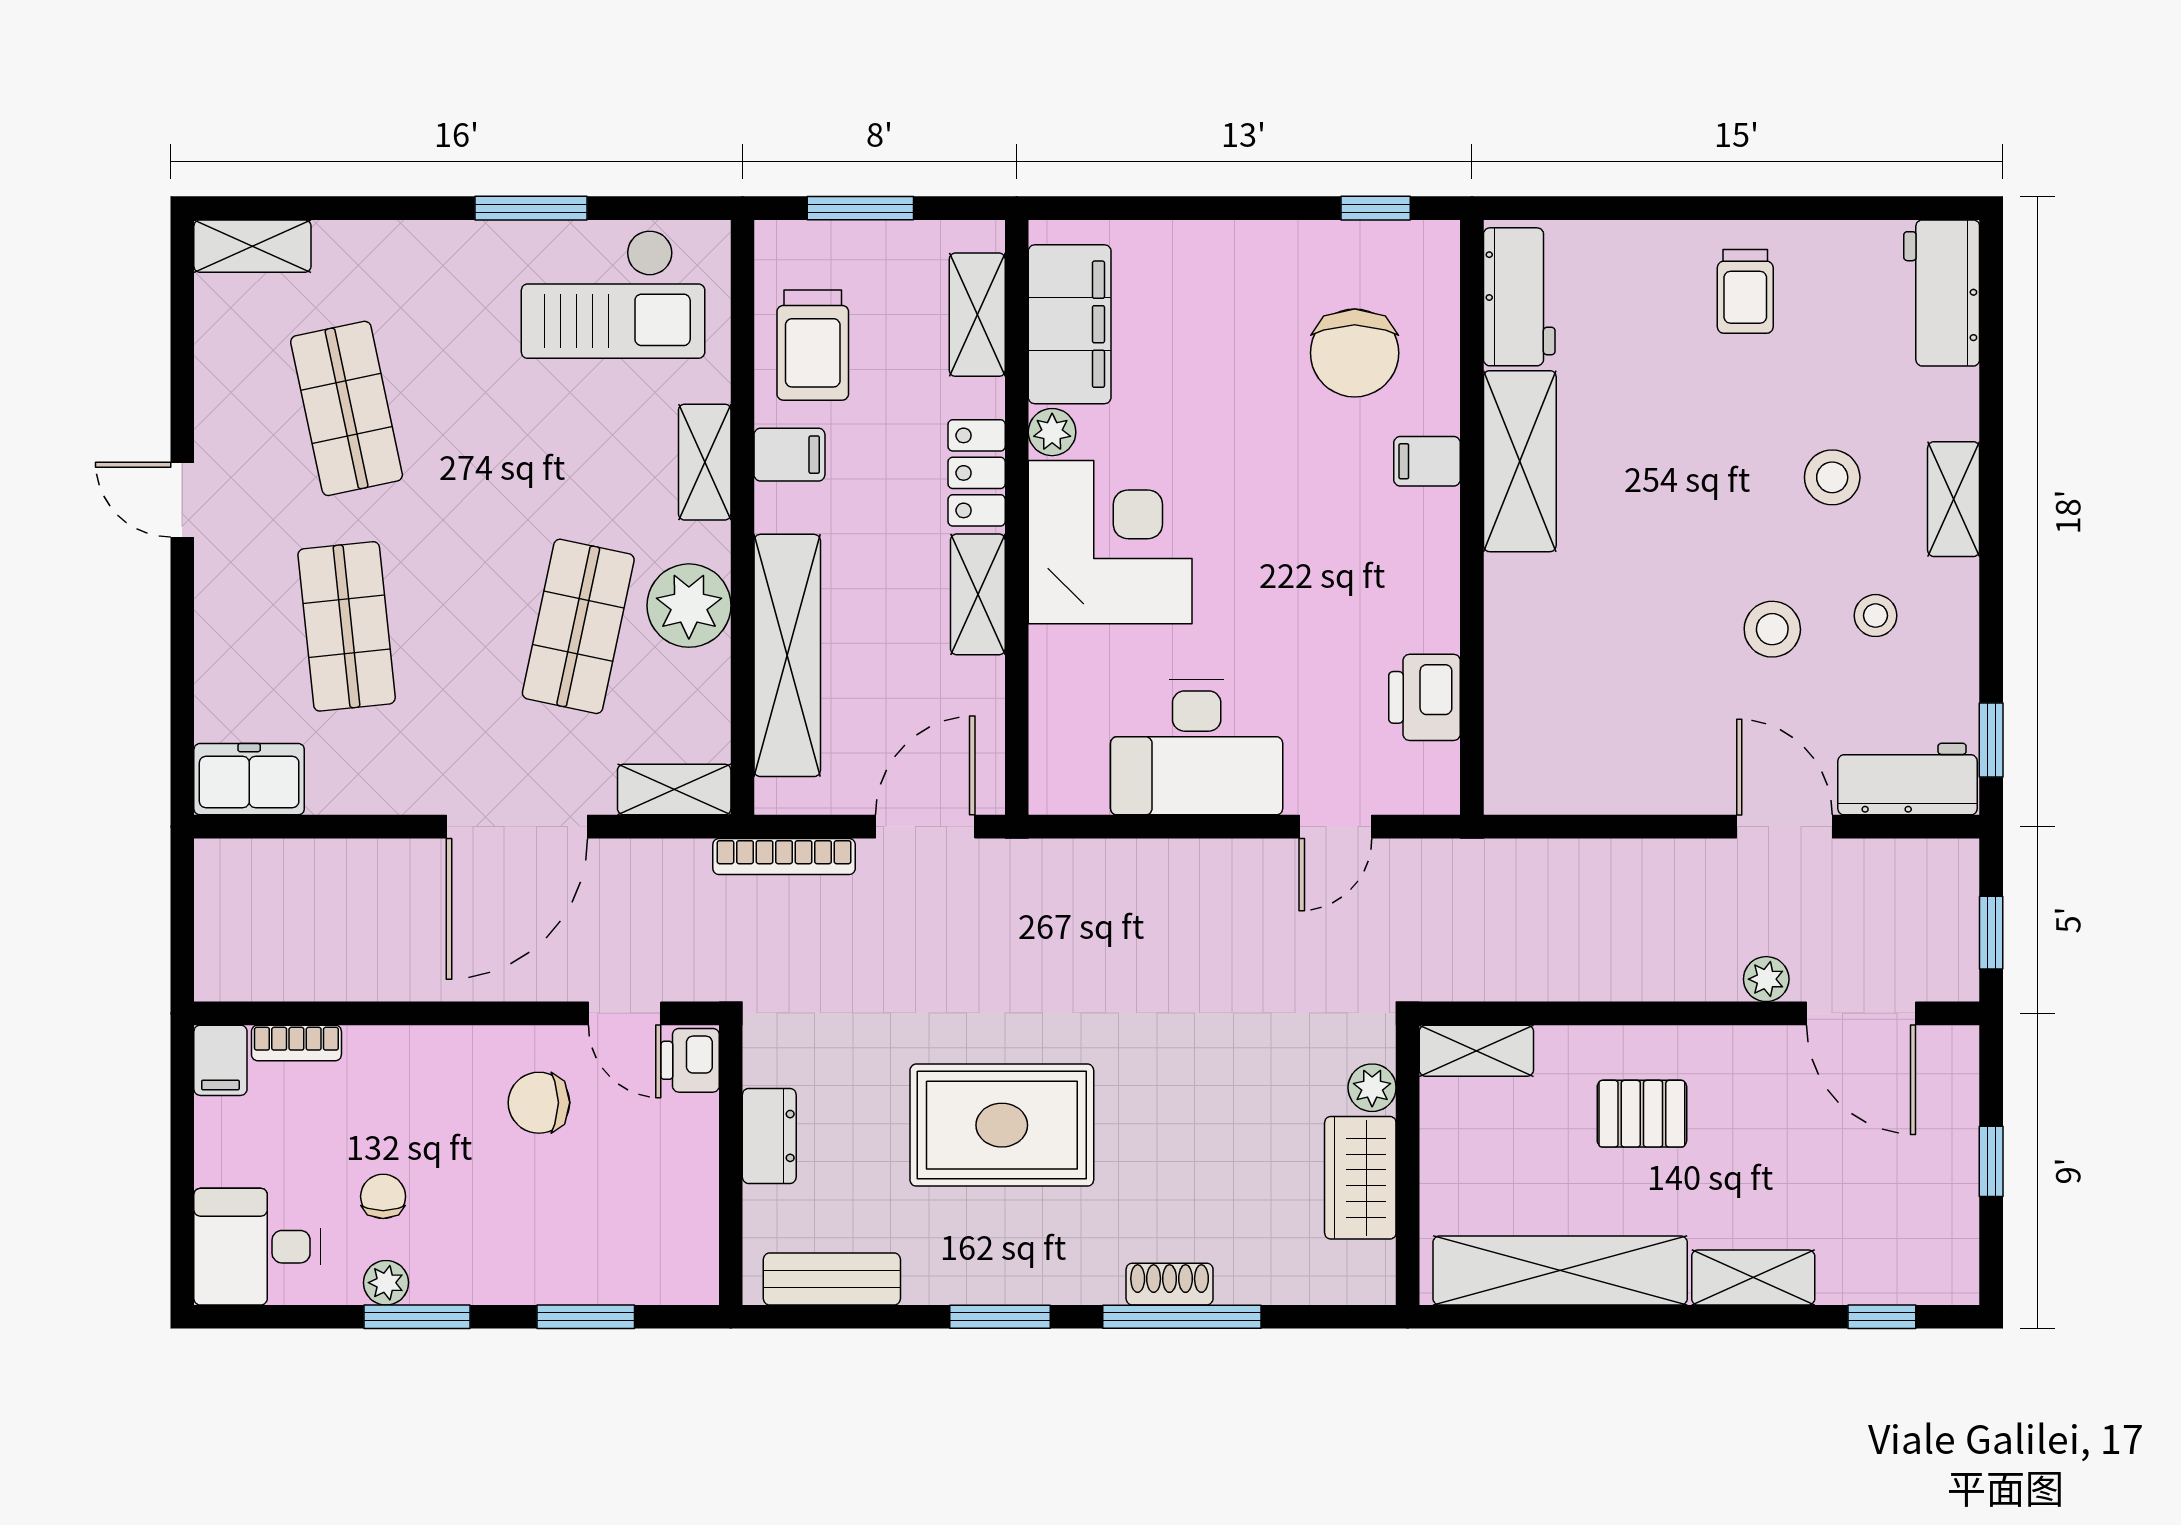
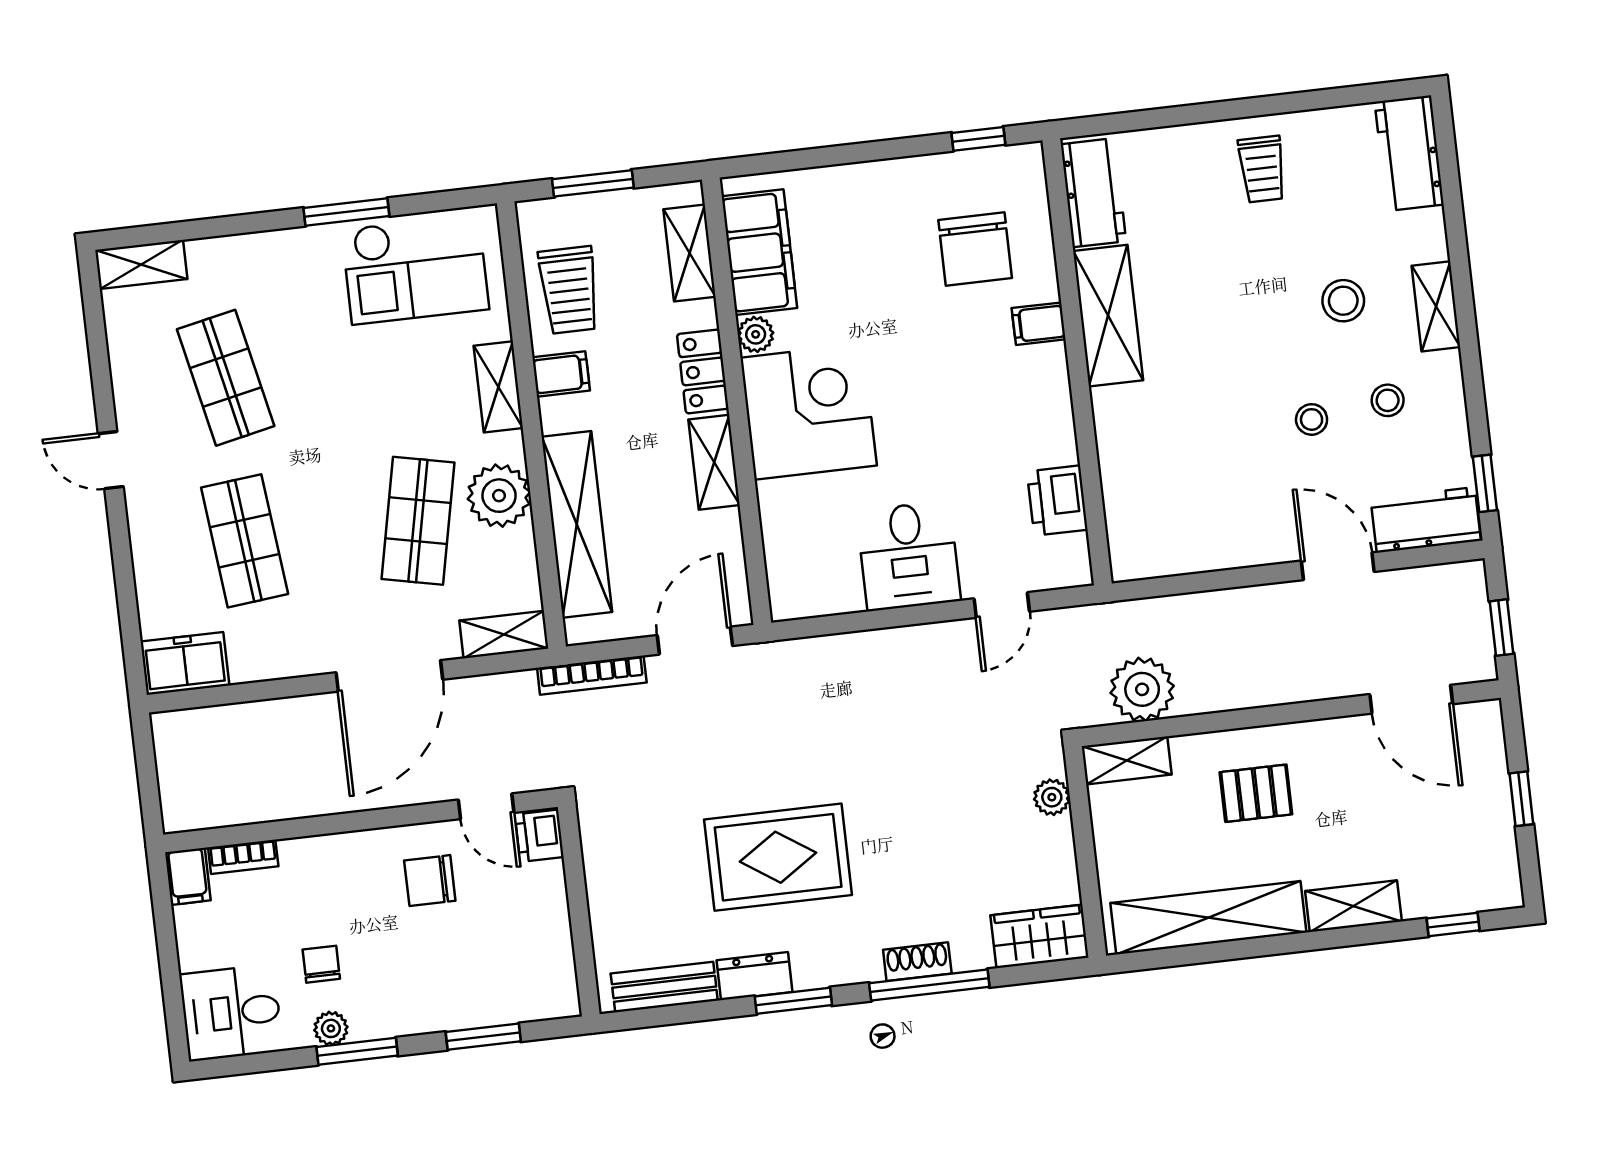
stool: (1772, 629) -> (1312, 419), width x0.73, depth x0.73
desk: (1197, 747) -> (909, 556), width x0.73
plant: (1766, 979) -> (1142, 689), moved, width x1.88, depth x1.88
dresser: (769, 1136) -> (754, 976), moved, turned -90
wardrobe: (1360, 1178) -> (1039, 936), moved, turned 90

